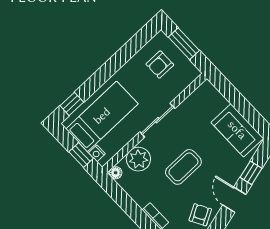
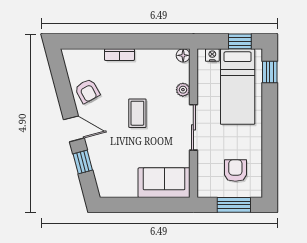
sofa: (237, 130) -> (164, 183), moved
window: (81, 155) -> (240, 41), moved
plant: (138, 159) -> (183, 90), width x0.53, depth x0.53
coffee table: (183, 167) -> (137, 113), width x0.73, depth x0.77

